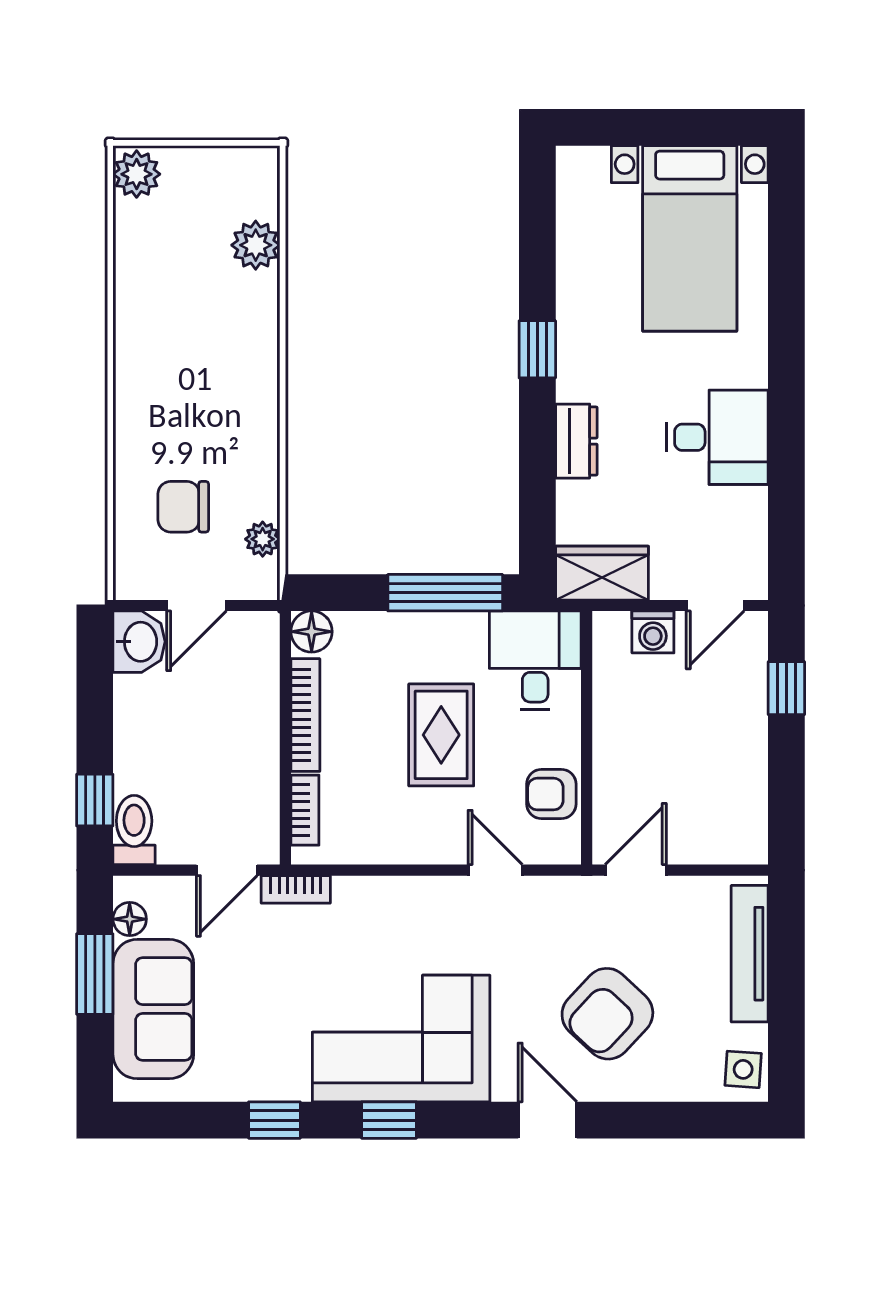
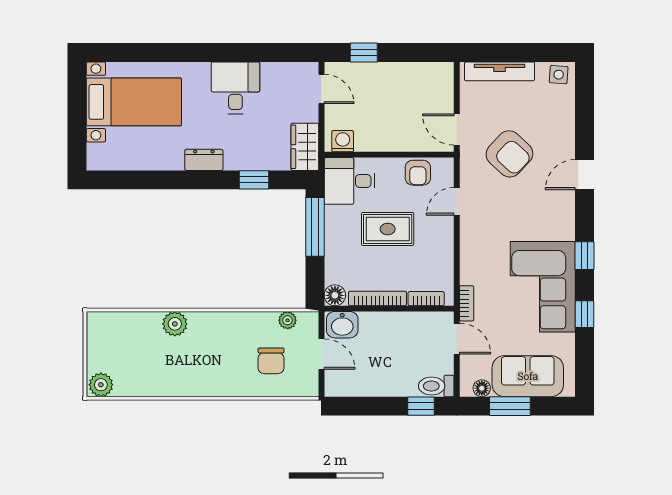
plant: (256, 245) -> (175, 324), moved
window: (537, 349) -> (254, 180), moved
dresser: (576, 441) -> (204, 160), moved
washing machine: (653, 632) -> (343, 141), moved, turned -90
washbasin: (139, 642) -> (342, 325), moved, turned 180
armchair: (607, 1014) -> (509, 154), moved
corner sofa: (401, 1039) -> (543, 287), moved

